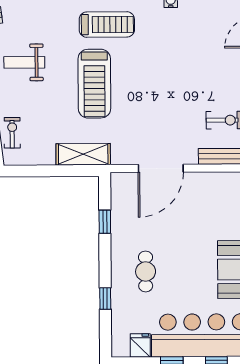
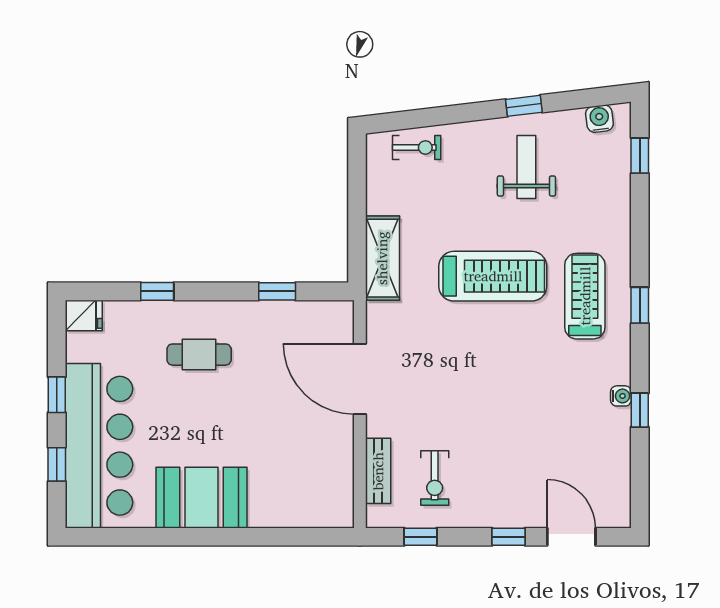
treadmill: (107, 24) -> (585, 296), turned 180
treadmill: (94, 84) -> (493, 276), turned 180
fridge: (140, 345) -> (84, 315), moved

